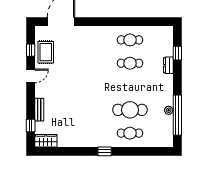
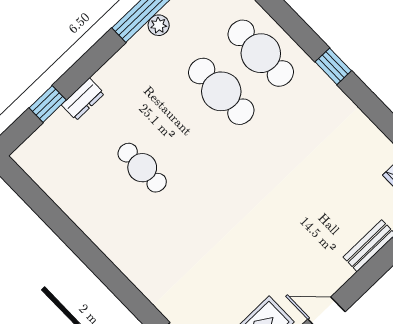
cafe table: (130, 40) -> (103, 206), removed
cafe table: (130, 133) -> (261, 53), width x1.37, depth x1.35

